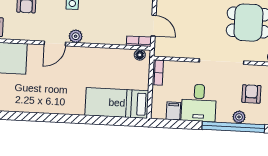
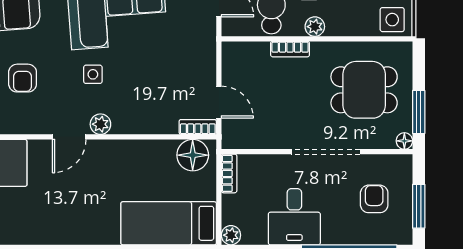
floor lamp: (140, 55) -> (193, 155), width x1.89, depth x1.89
filing cabinet: (173, 111) -> (256, 231), removed
plant: (239, 117) -> (231, 235), moved

